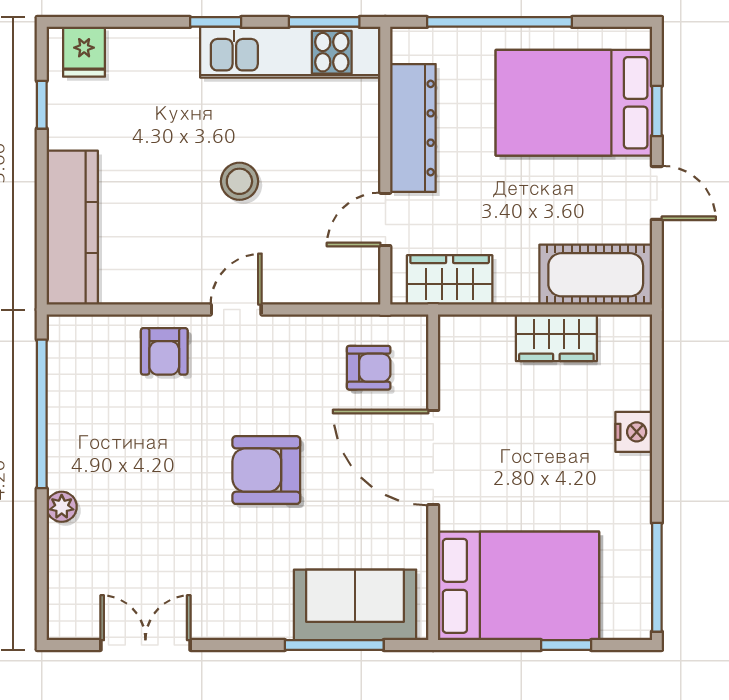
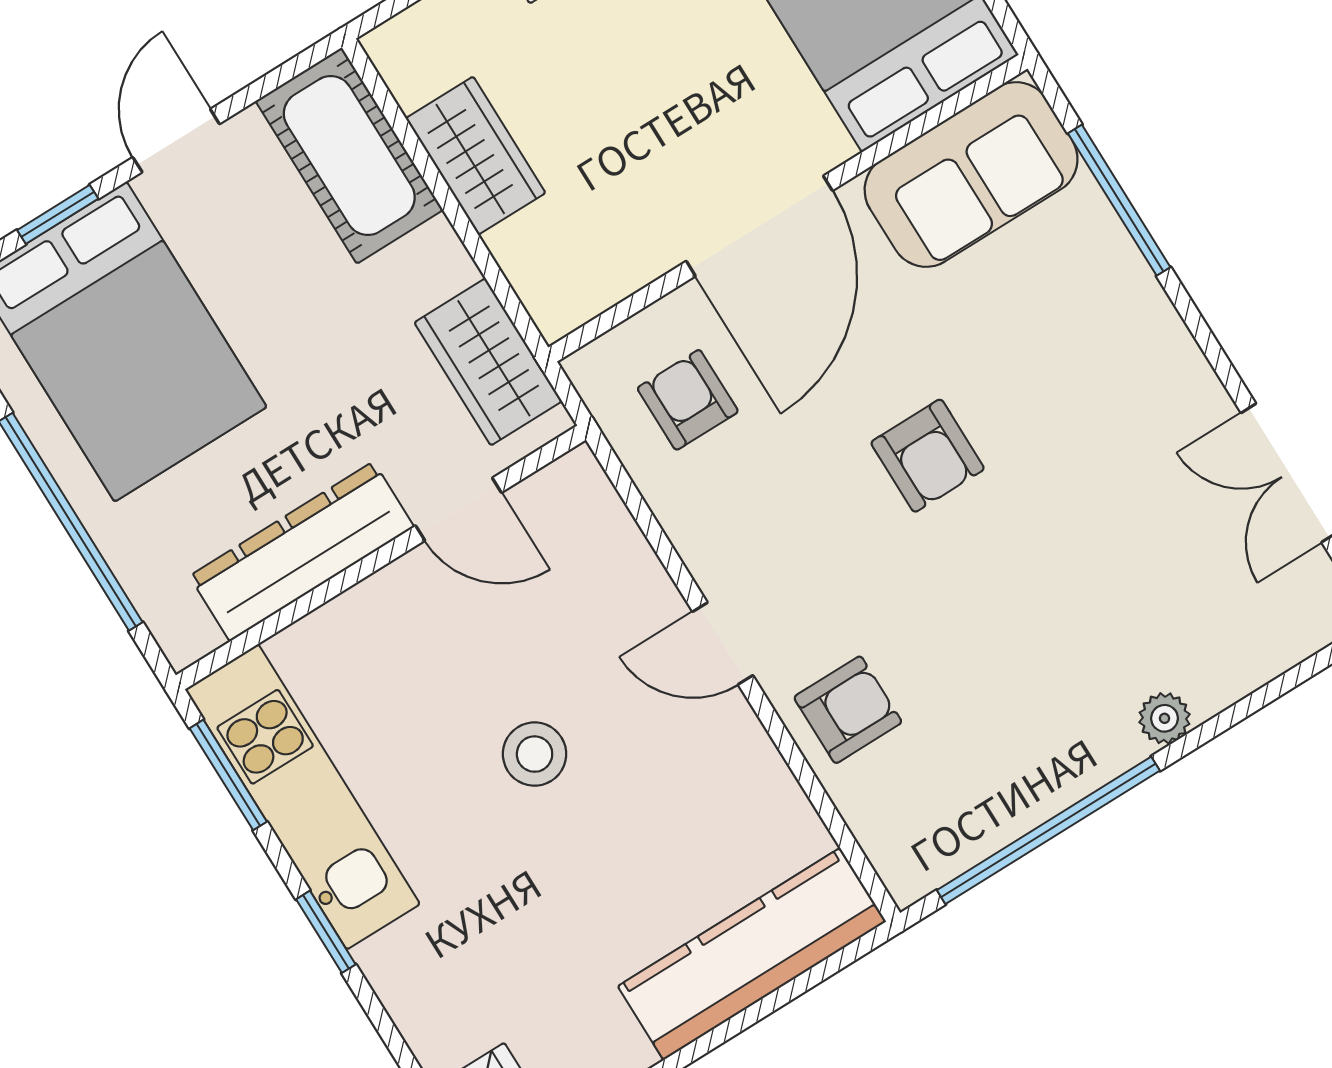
armchair: (266, 470) -> (928, 456), width x0.72, depth x0.72
sofa: (355, 605) -> (971, 175), moved, turned -90

